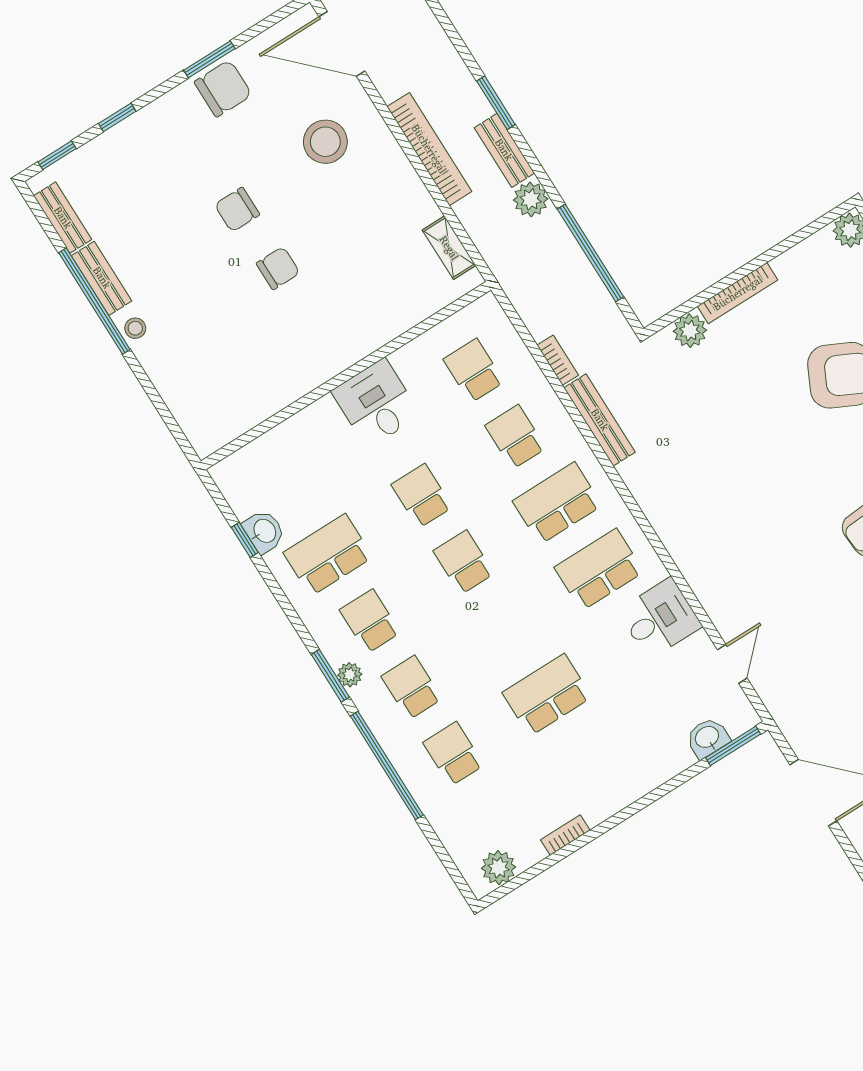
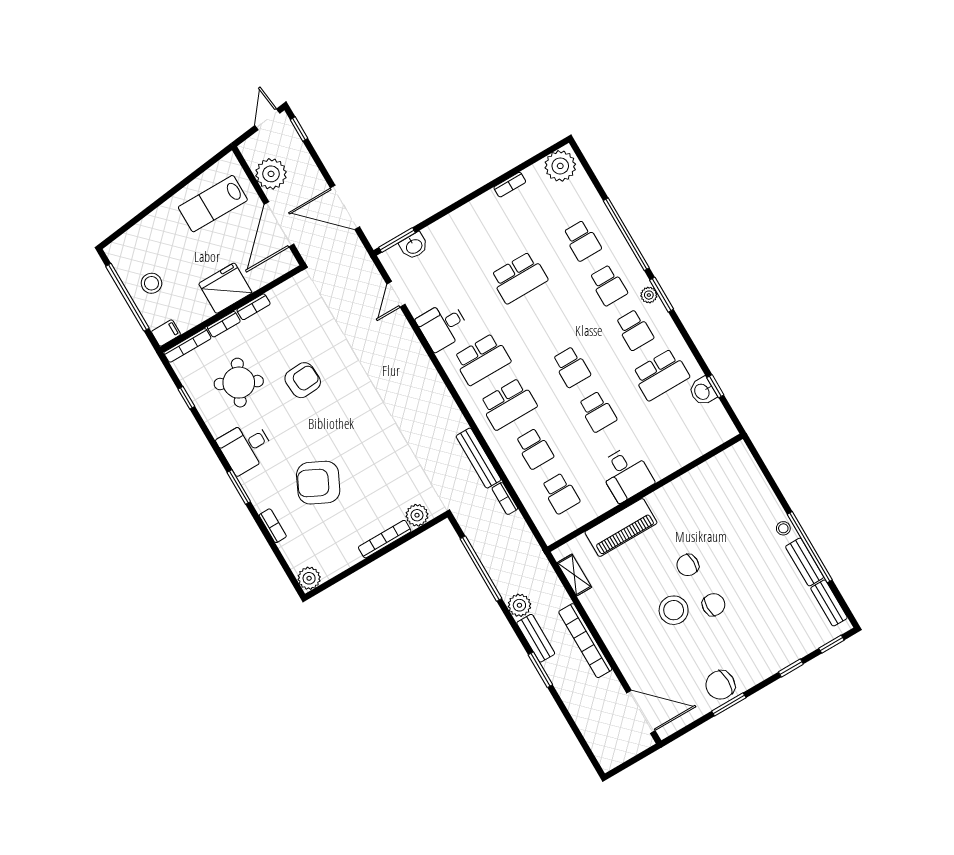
stool: (325, 142) -> (674, 610), moved
piano: (381, 322) -> (621, 528), added
plant: (499, 868) -> (560, 166), width x1.36, depth x1.36

